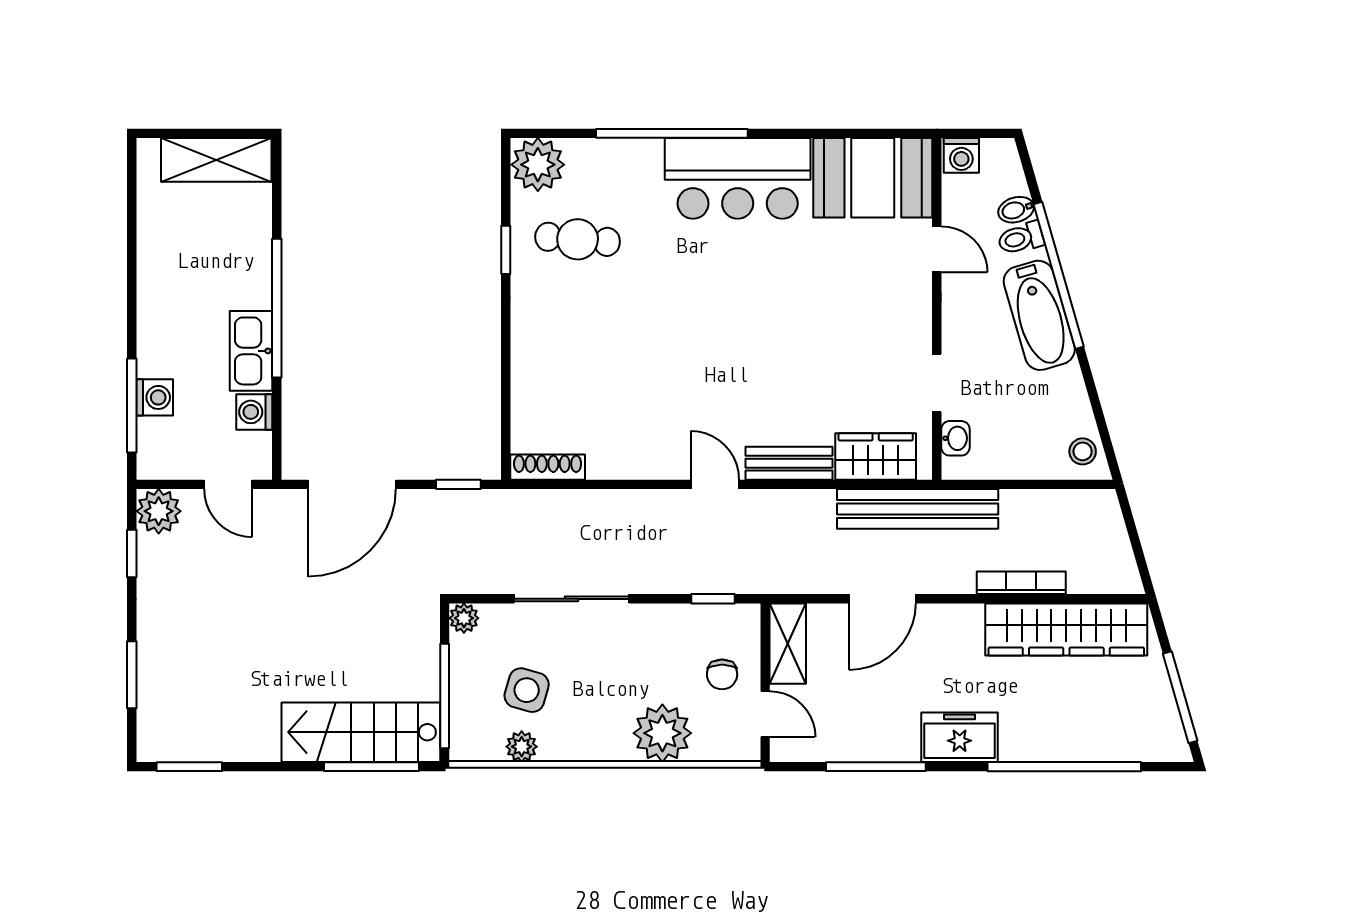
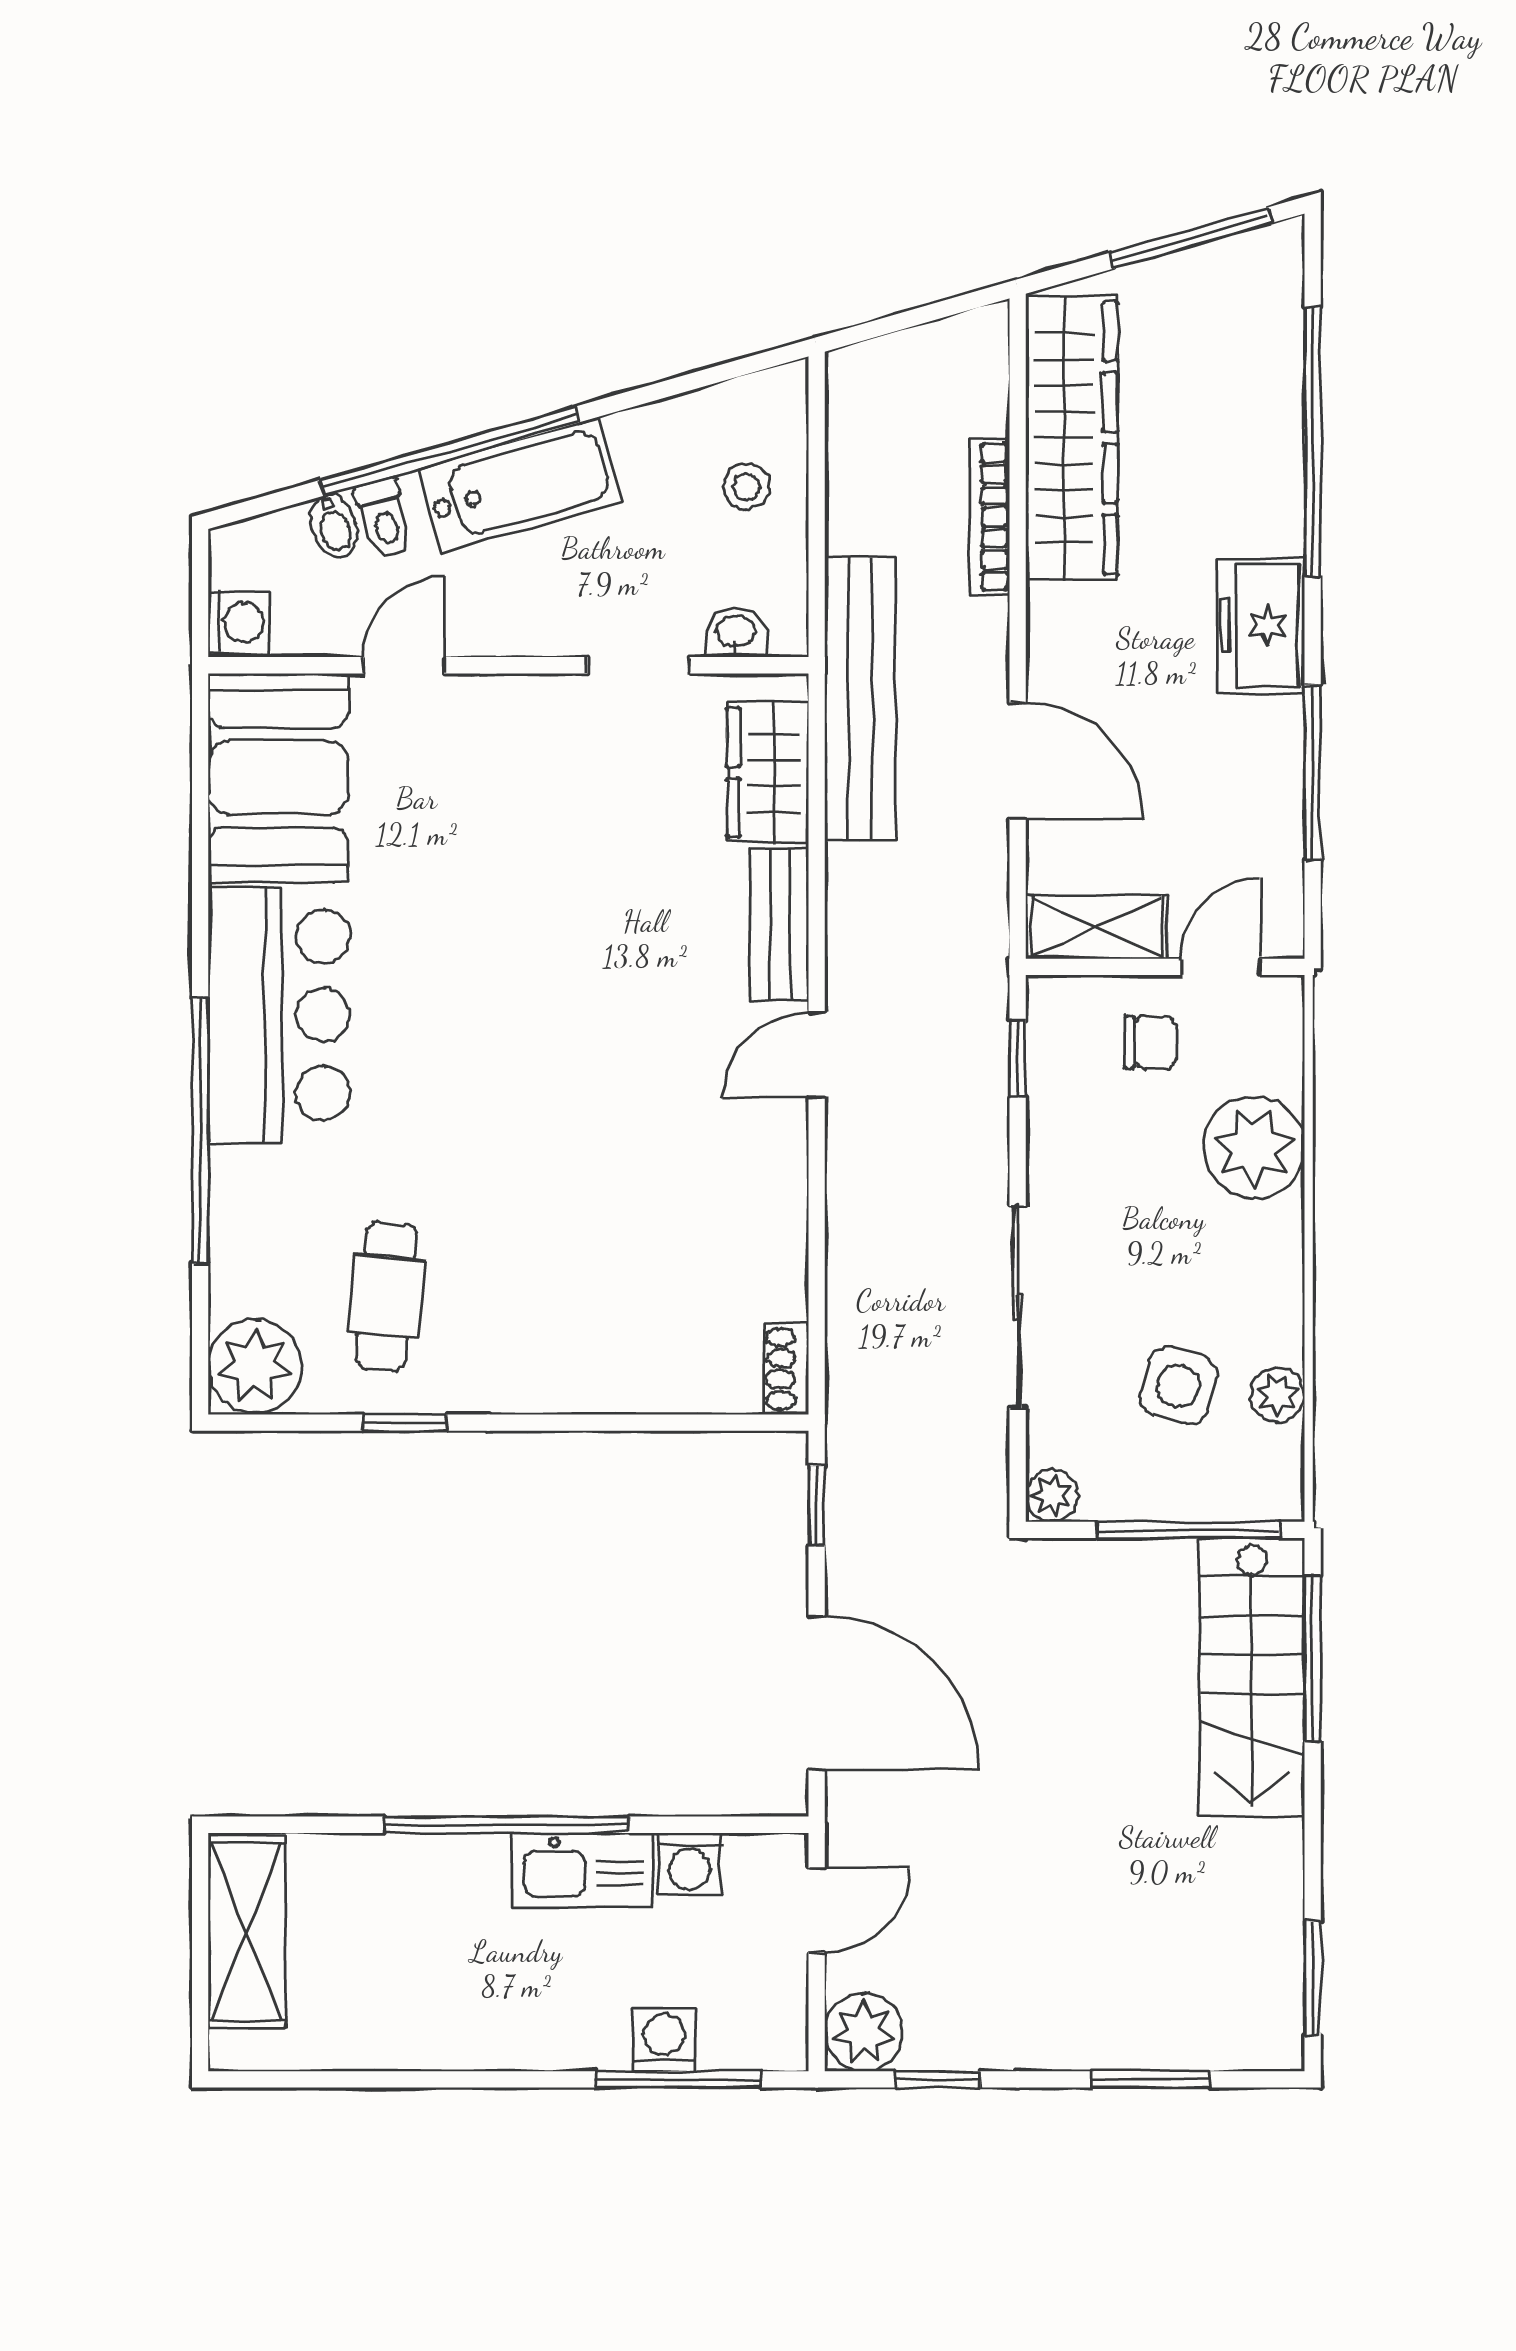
stool: (1083, 451) -> (747, 487), moved
shoe rack: (548, 467) -> (786, 1369), width x0.70

